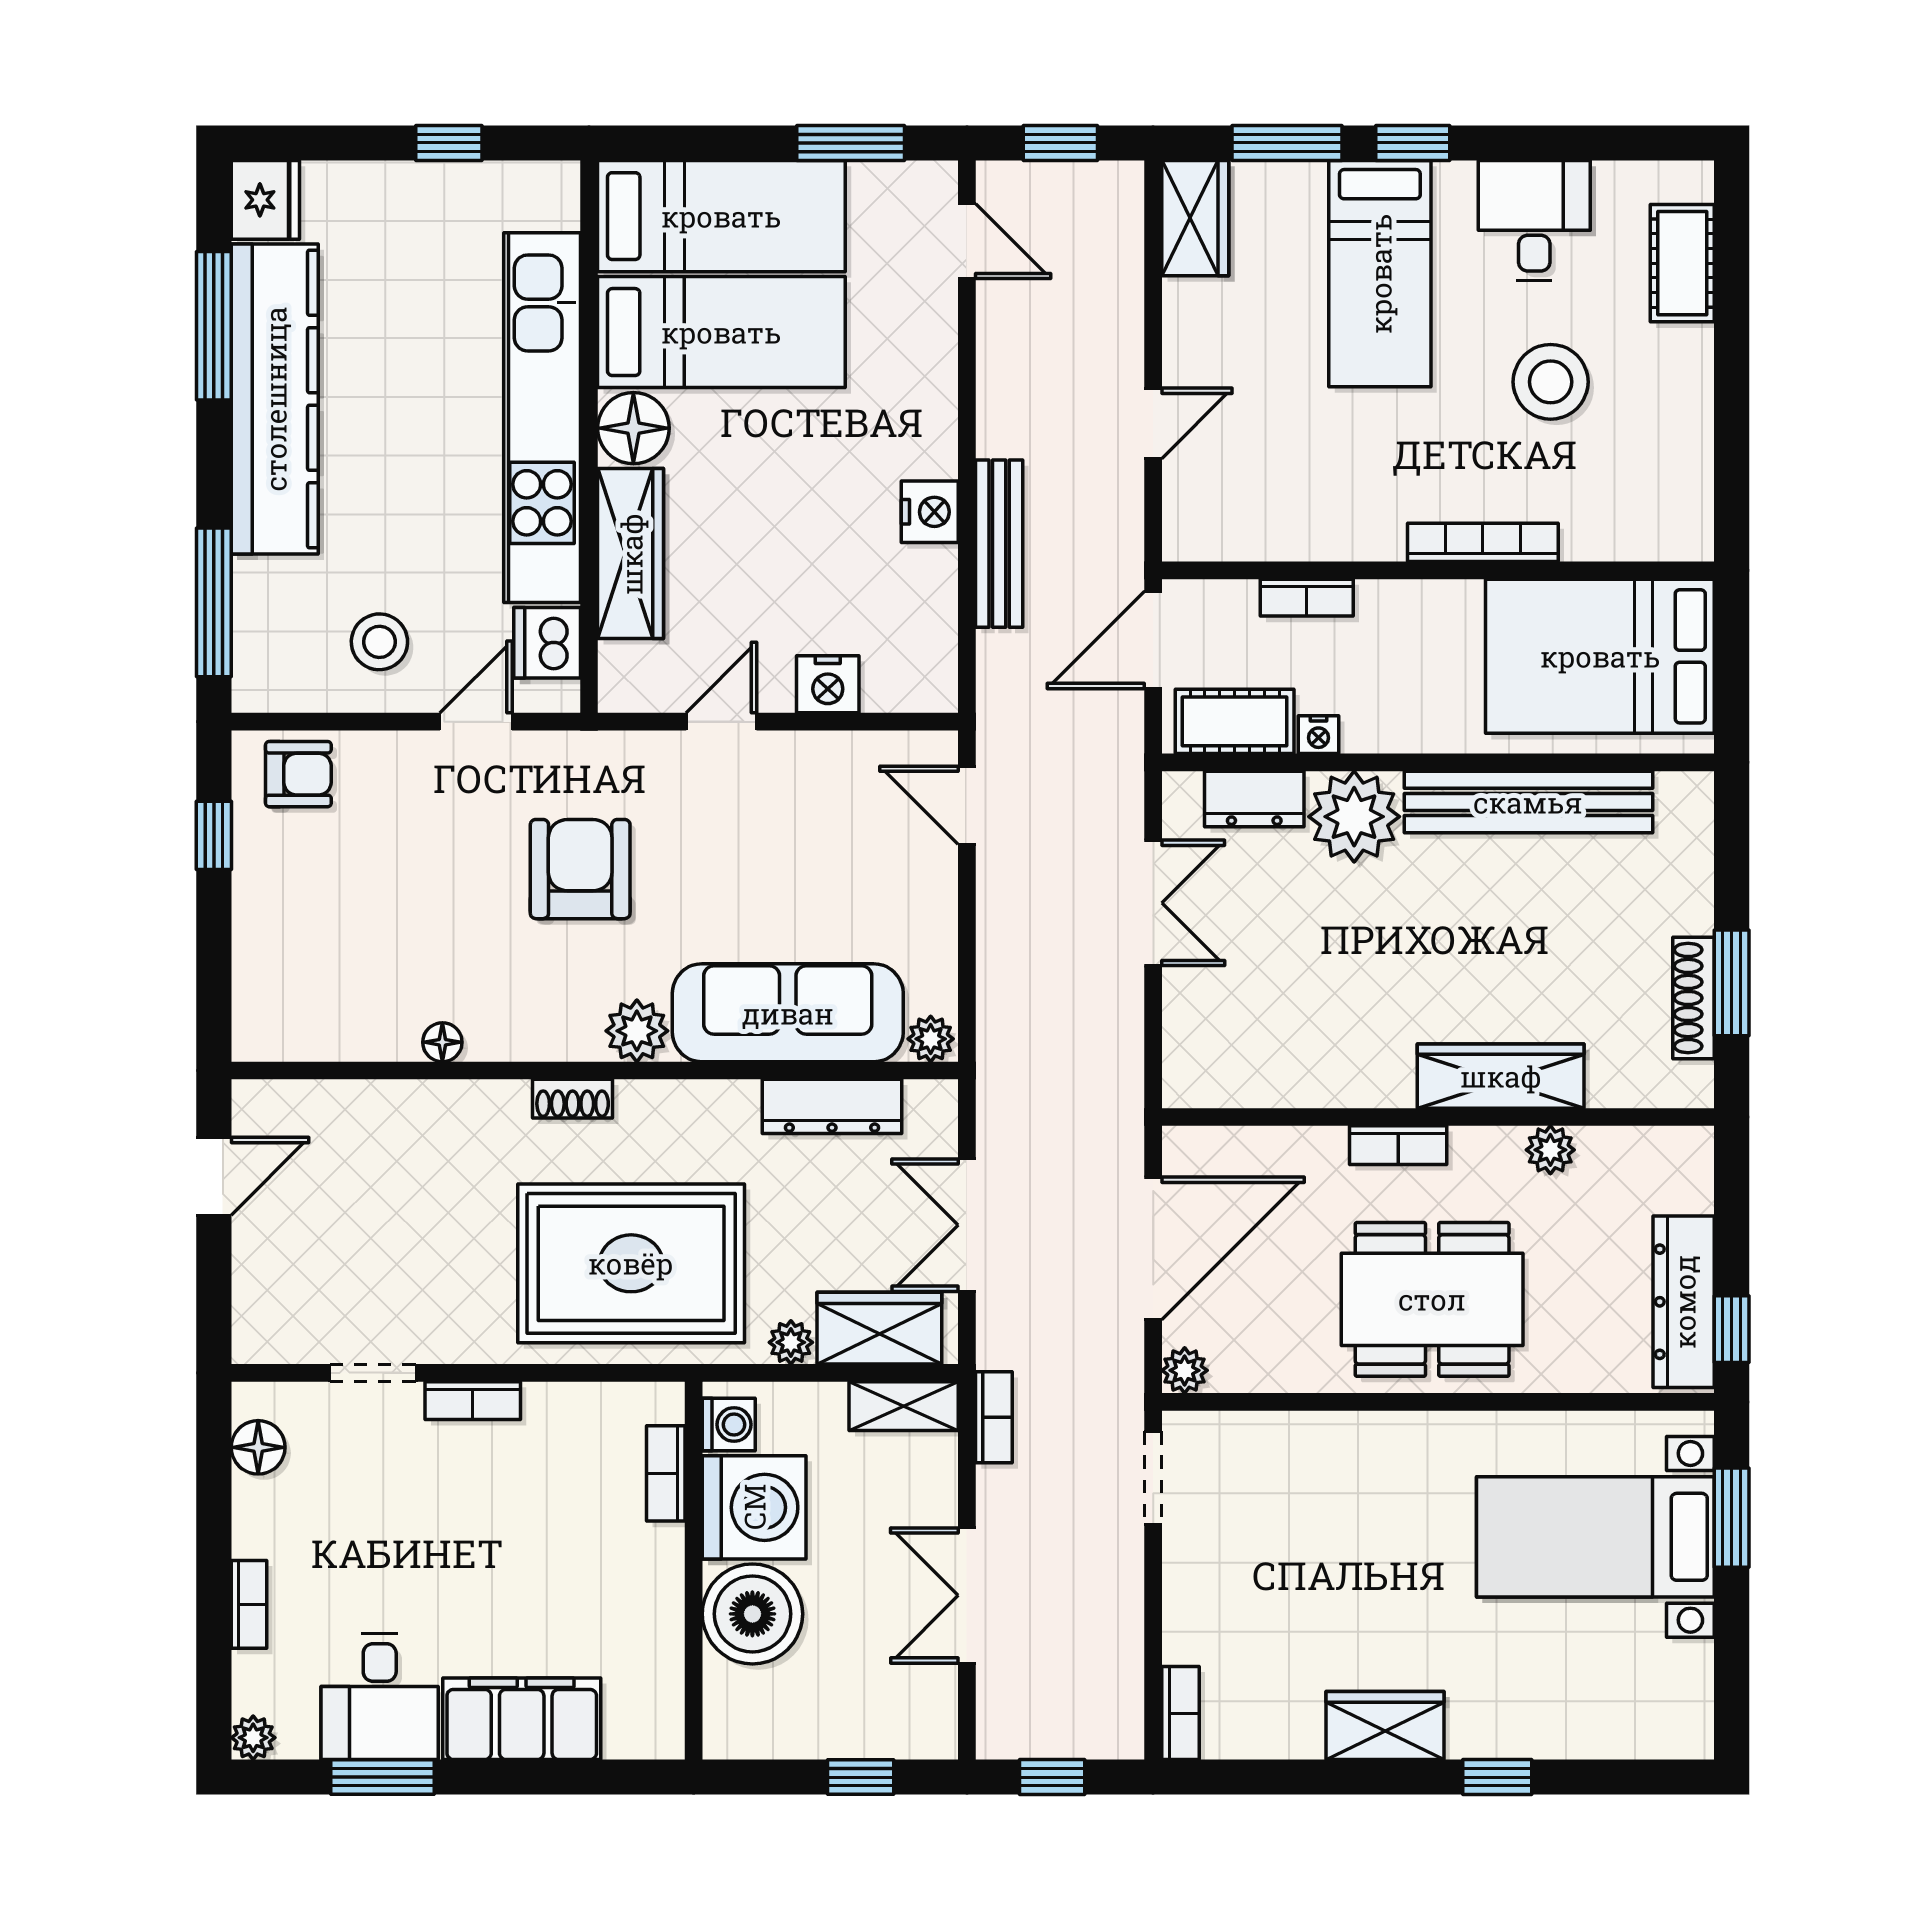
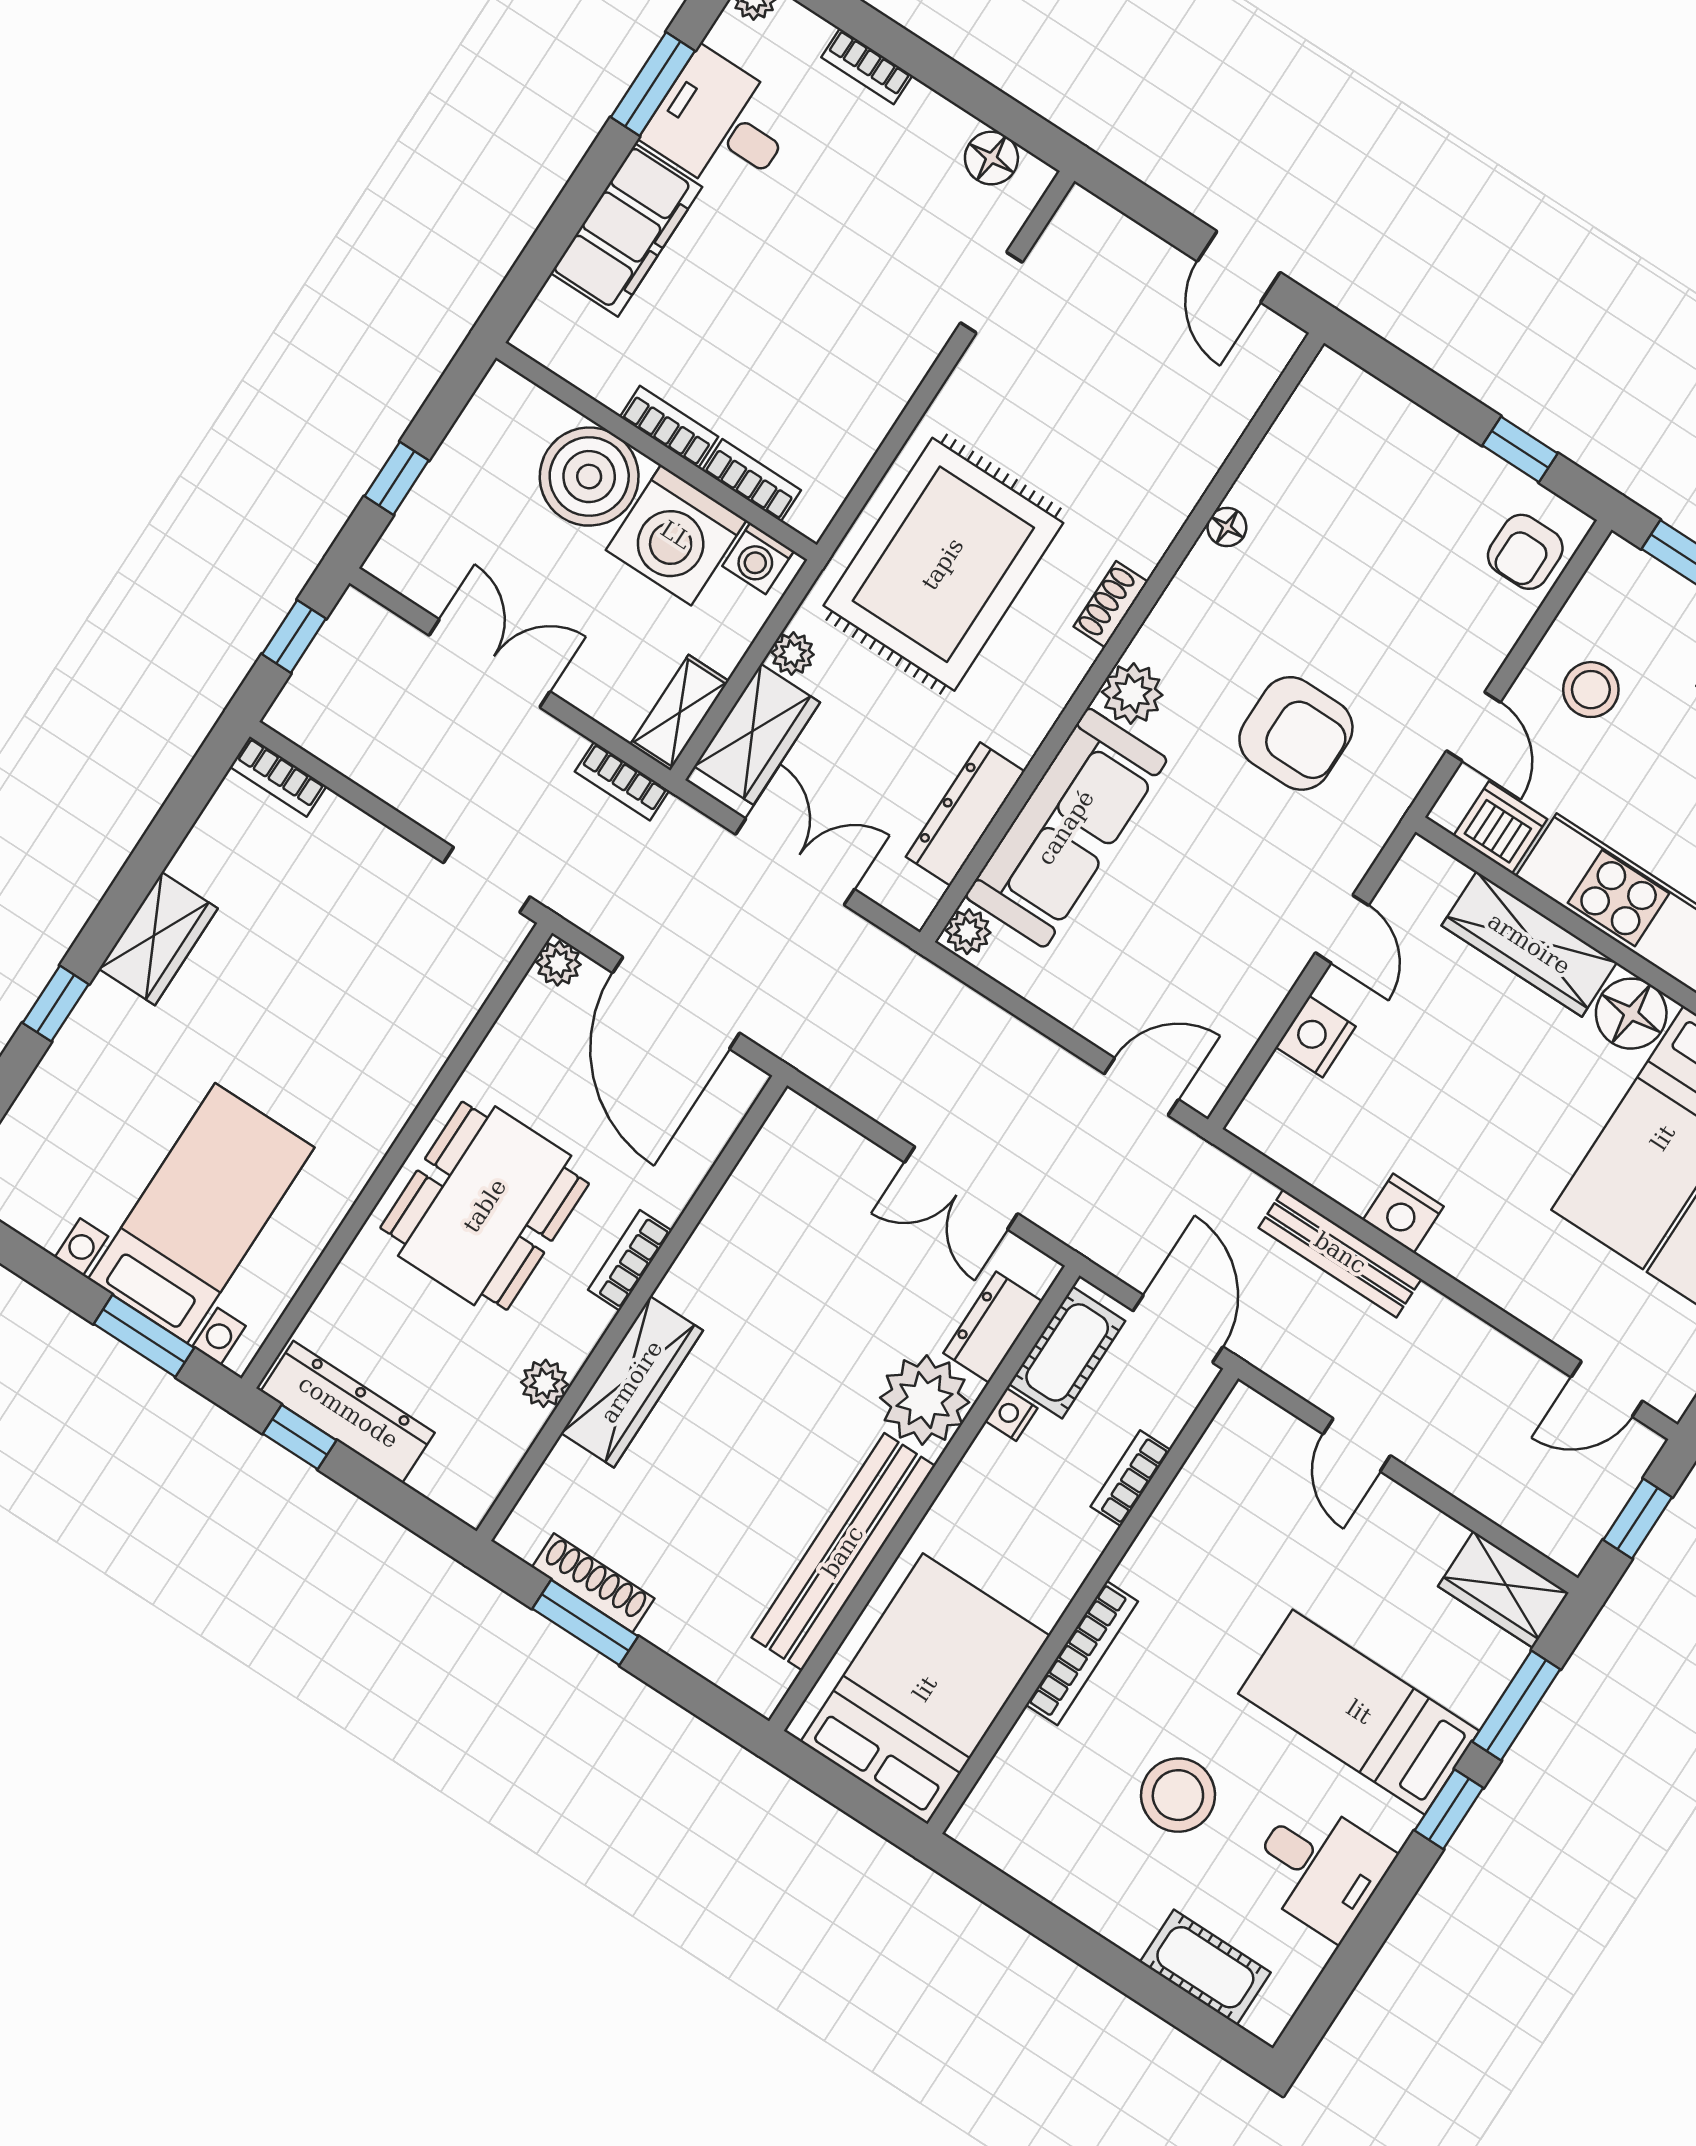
bookcase: (473, 1401) -> (669, 427), moved, turned 90

